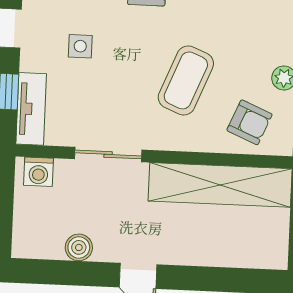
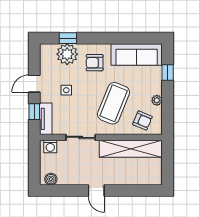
coffee table: (186, 80) -> (114, 103), width x1.36, depth x1.32
boiler: (79, 247) -> (51, 179), moved

